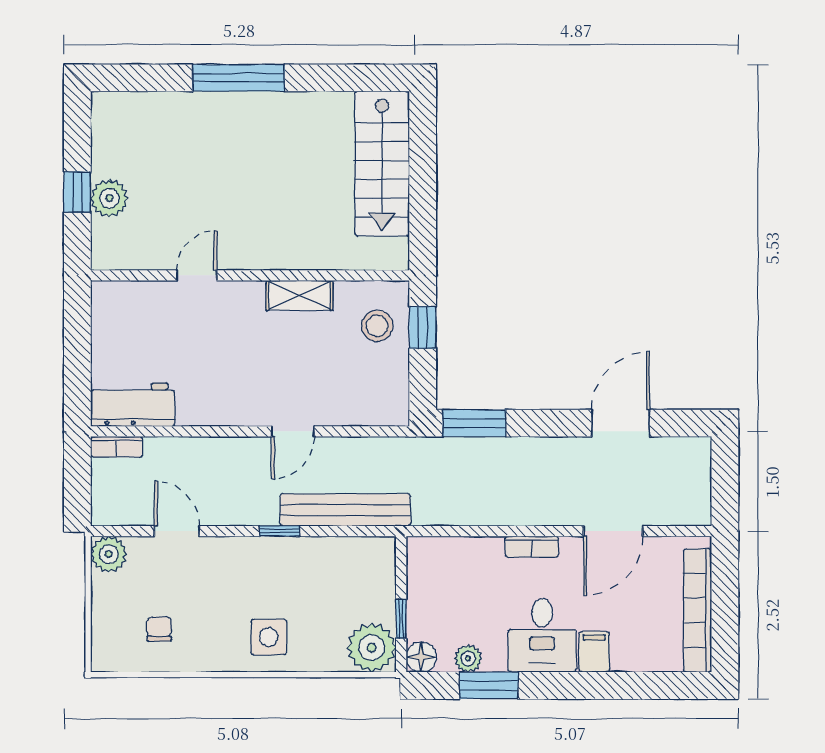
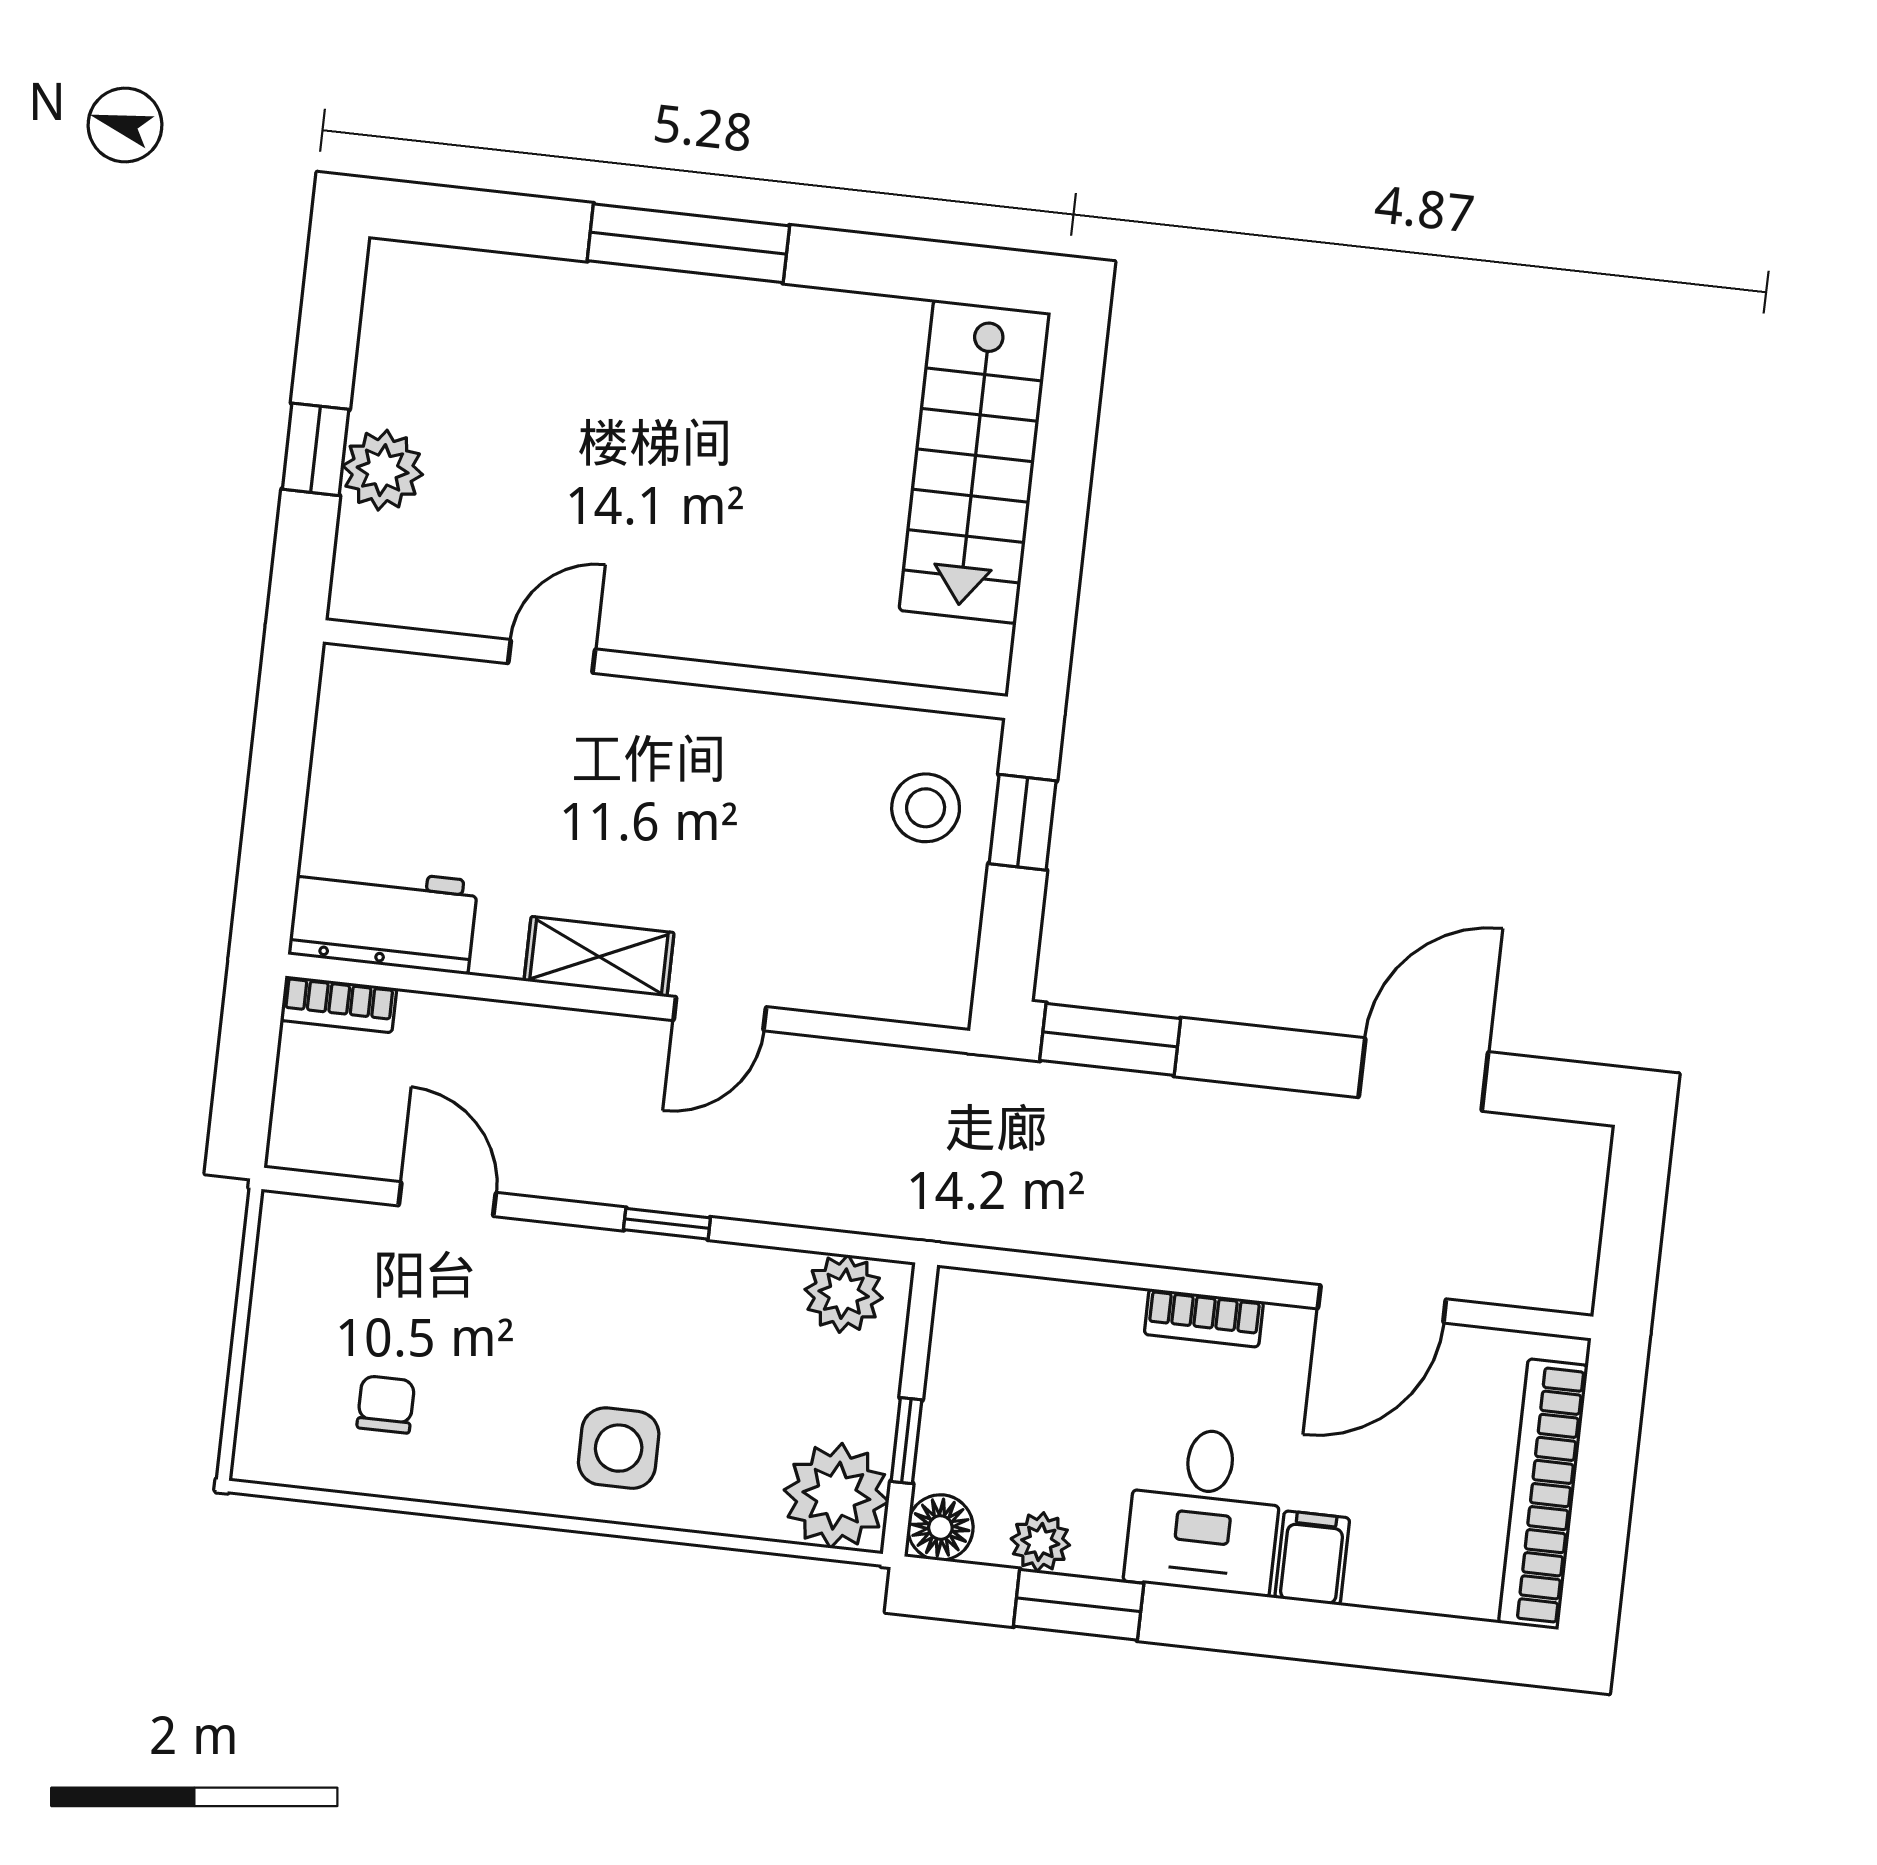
shelving: (300, 295) -> (599, 957), moved
bench: (345, 510) -> (813, 1194), removed
plant: (109, 554) -> (844, 1294), moved

